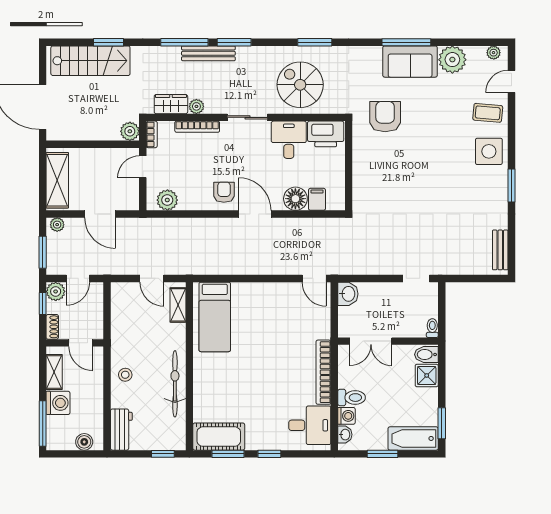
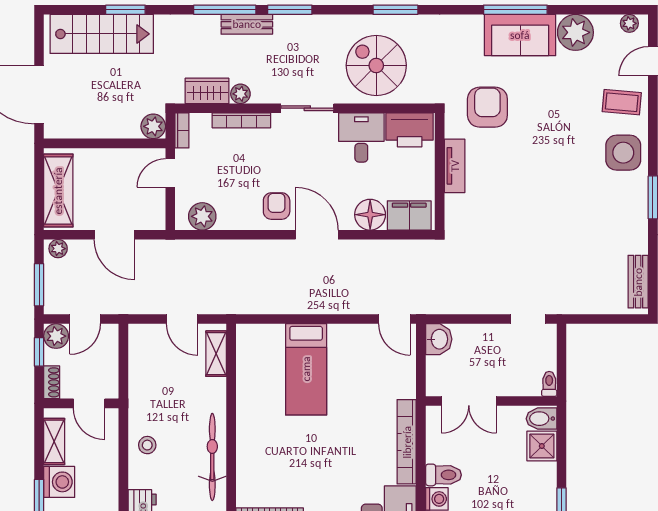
bench: (208, 53) -> (247, 24), width x0.73
tv unit: (360, 161) -> (455, 166), added
filing cabinet: (317, 199) -> (409, 215), width x2.00
bed: (215, 317) -> (306, 369), moved

